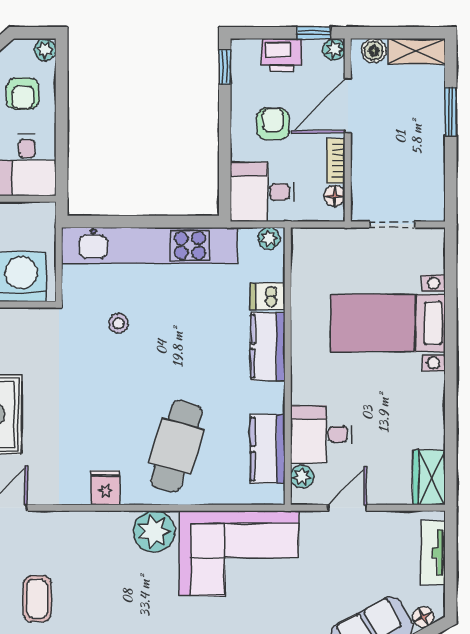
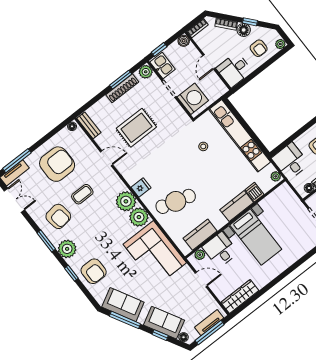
armchair: (23, 94) -> (259, 48), turned -90
bed with nightstands: (388, 323) -> (256, 237), moved, turned 180
wardrobe: (429, 477) -> (240, 296), width x1.50
plant: (109, 532) -> (126, 201), added
window: (451, 565) -> (210, 333), added

